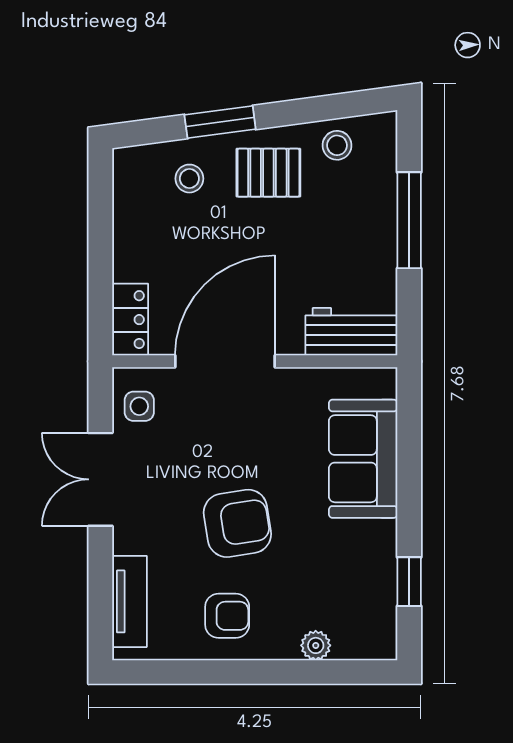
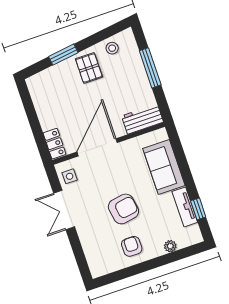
pallet: (268, 173) -> (89, 68), turned 90
stool: (189, 179) -> (59, 81), removed
tv unit: (129, 601) -> (185, 207), moved, turned 180
armchair: (227, 616) -> (132, 246), turned -90

